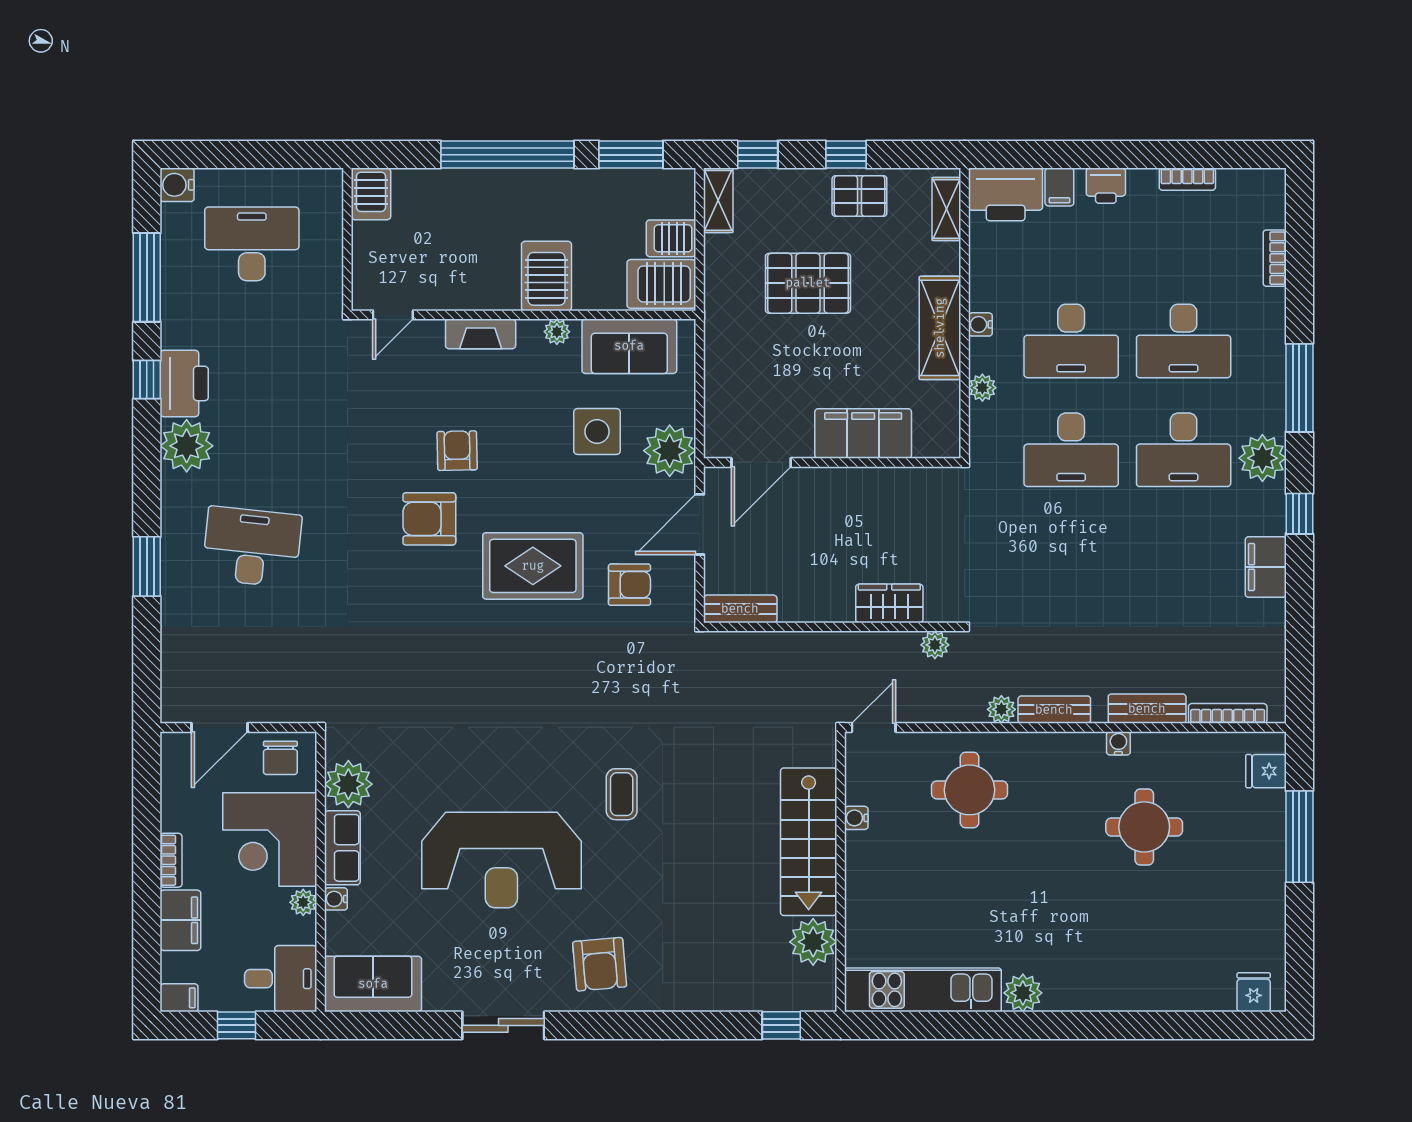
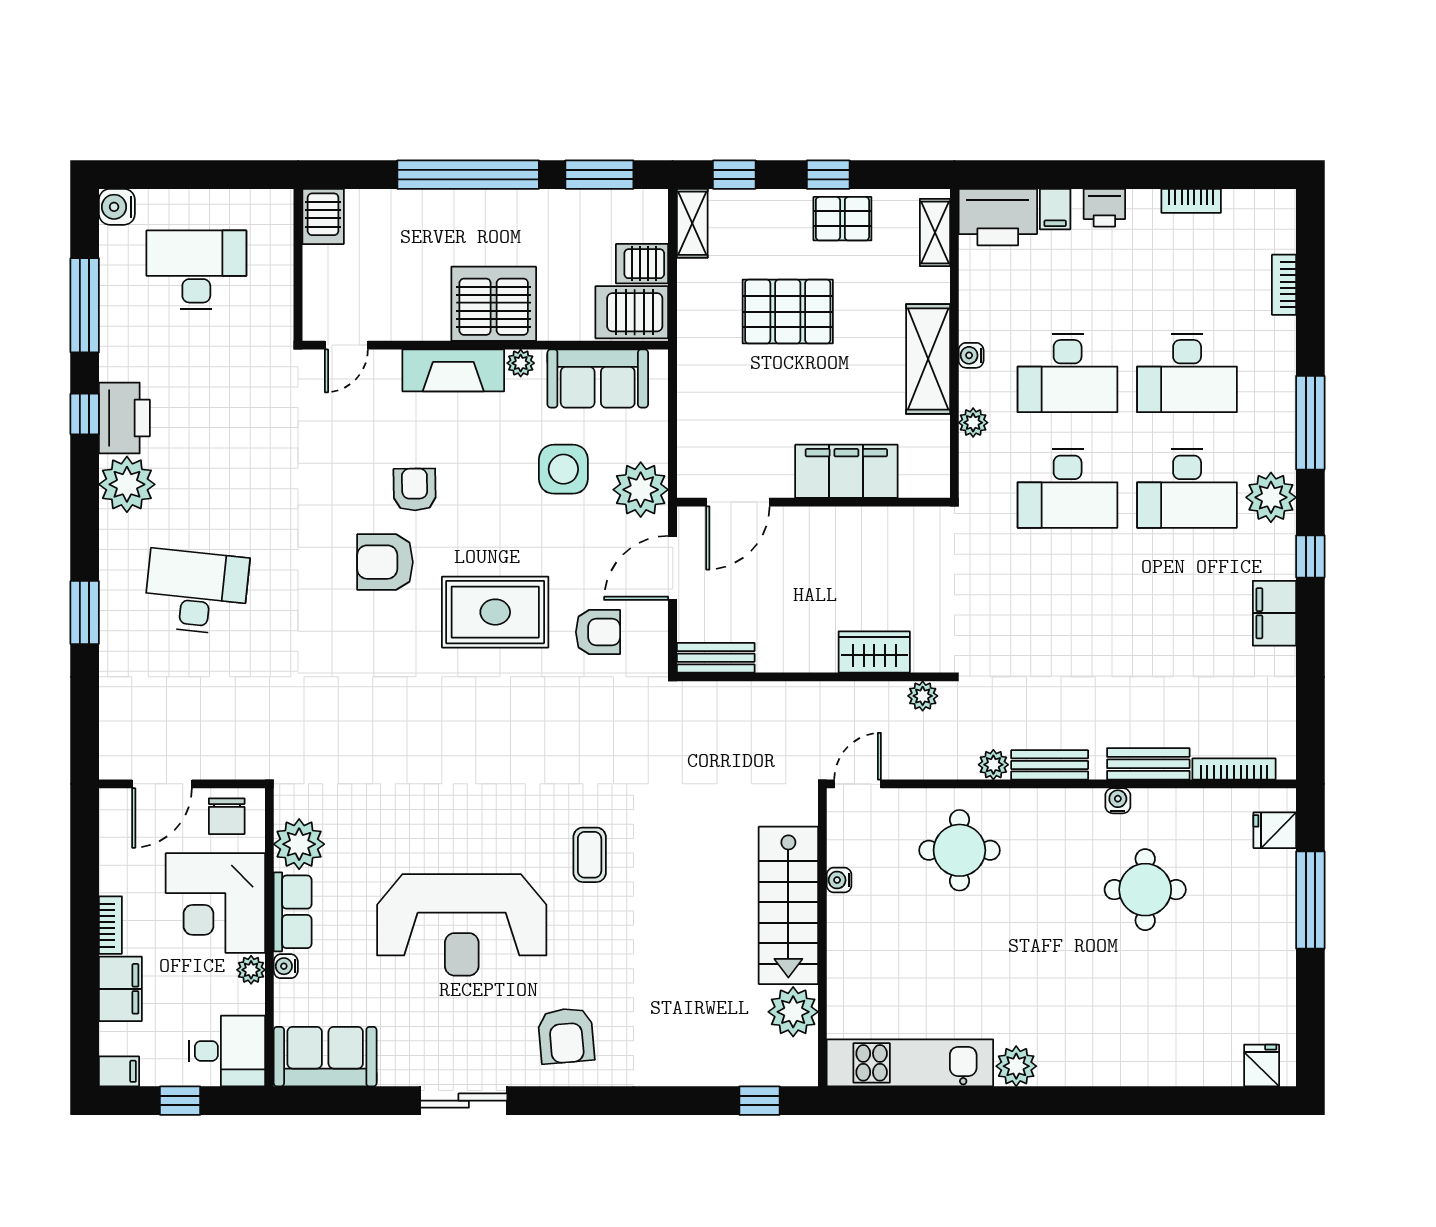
server rack: (546, 276) -> (494, 304), width x1.60
fireplace: (481, 334) -> (453, 370), width x1.37, depth x1.32

